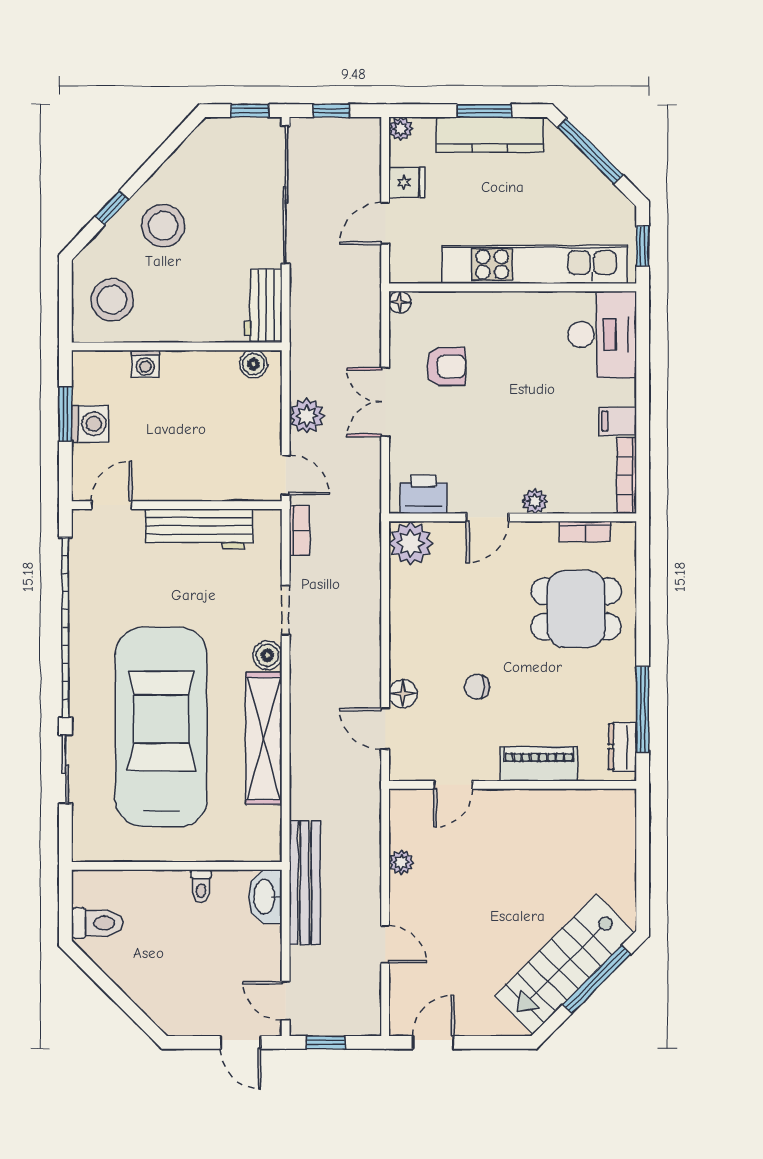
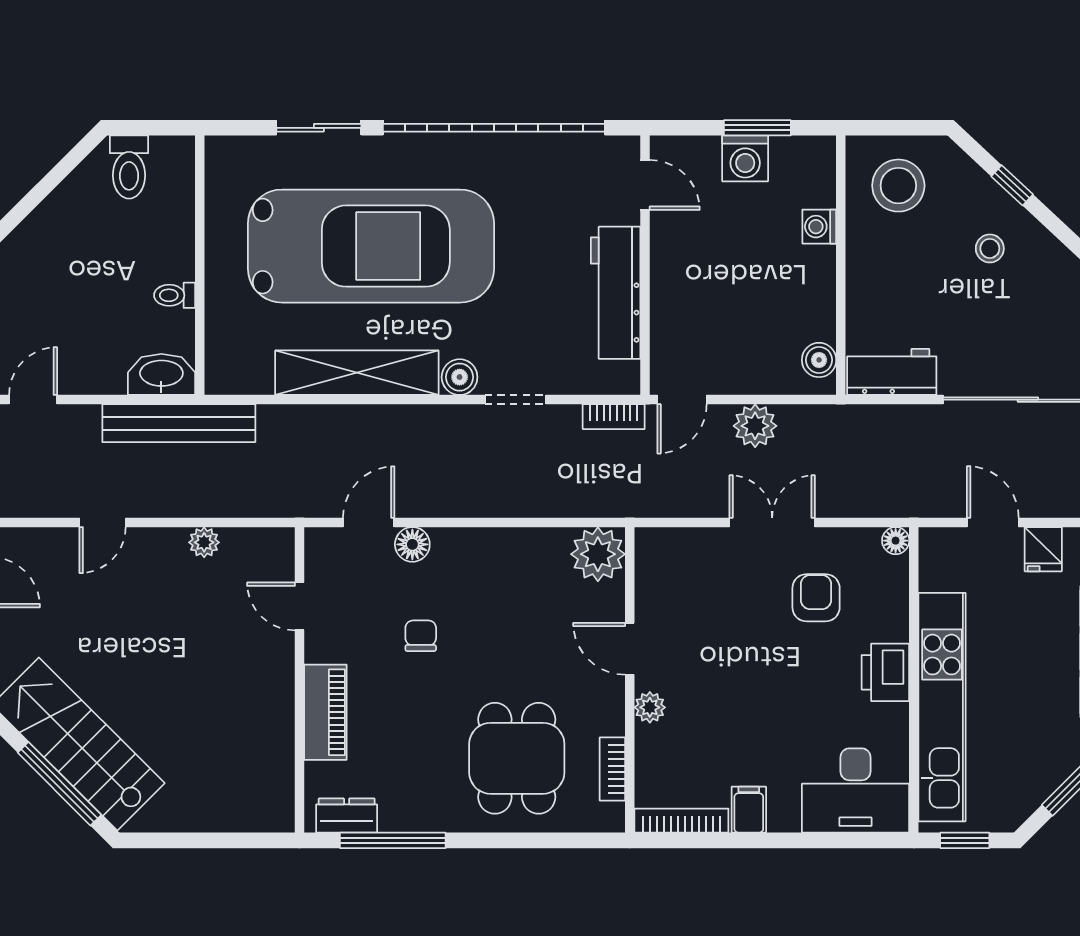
stool: (163, 226) -> (990, 248), width x0.53, depth x0.53
armchair: (446, 367) -> (816, 598), turned 180
printer: (424, 494) -> (885, 672), moved, turned 180

